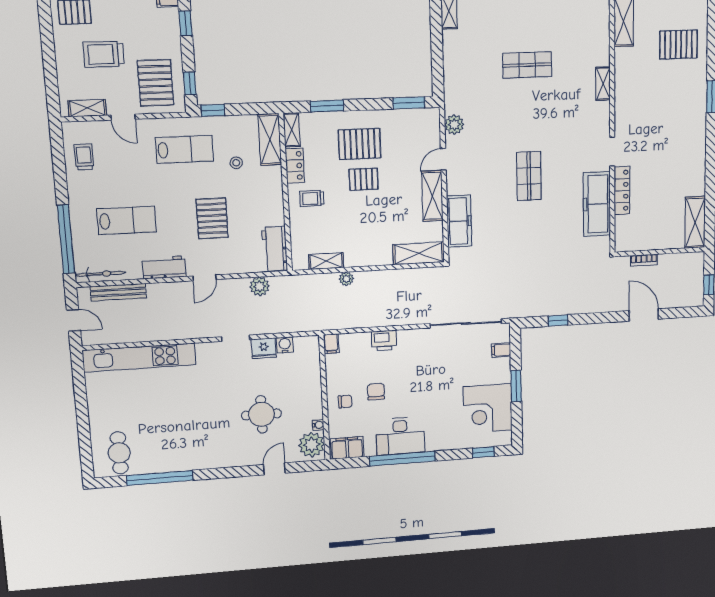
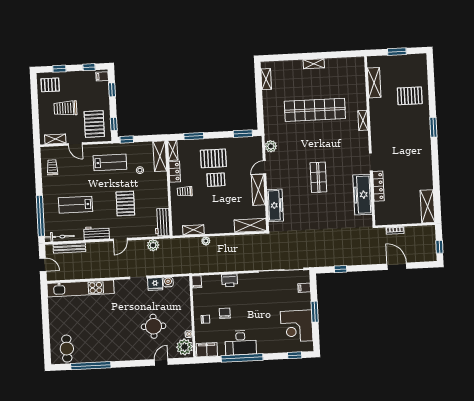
shop shelf: (527, 65) -> (315, 110), width x2.00, depth x1.36
lab bench: (127, 220) -> (76, 205), turned 180

